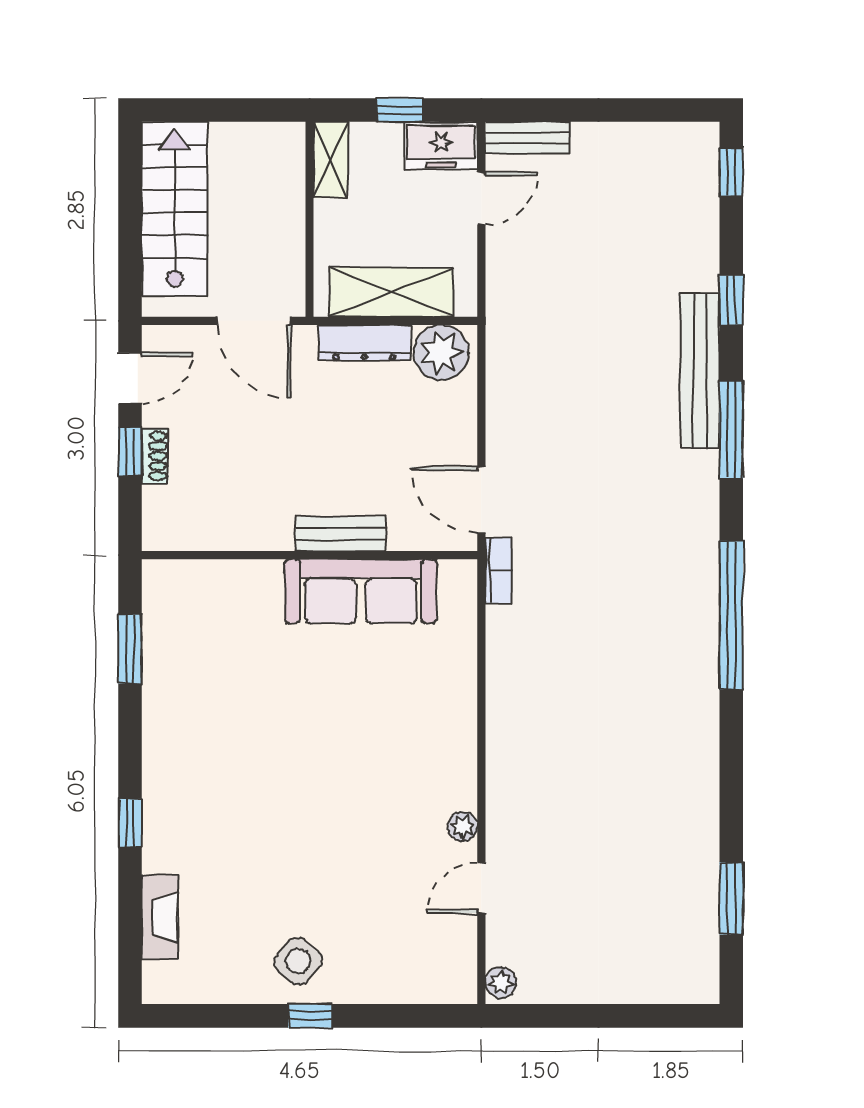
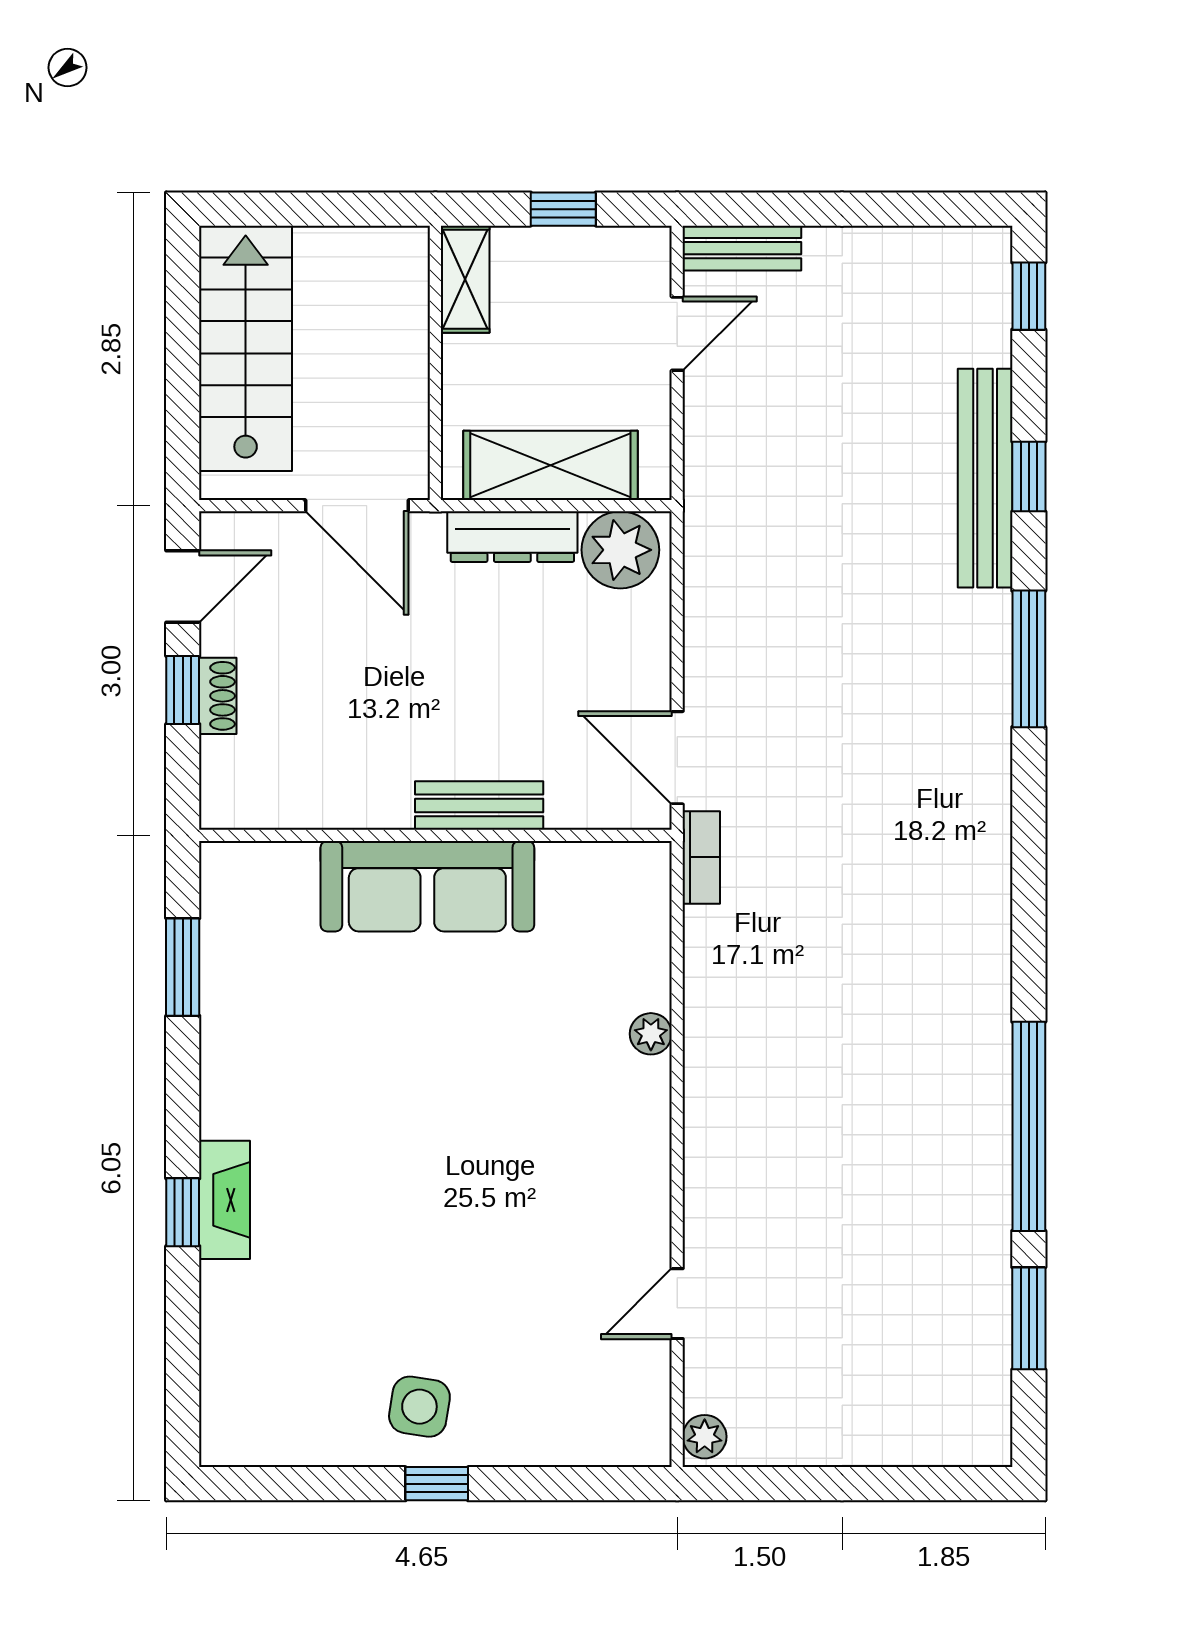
freezer: (441, 146) -> (620, 259), removed
bench: (700, 371) -> (985, 478), moved
sofa: (361, 591) -> (427, 886), moved
window: (731, 615) -> (1029, 1126), moved
plant: (463, 827) -> (651, 1034), moved
fireplace: (160, 917) -> (225, 1200), moved
side table: (298, 961) -> (419, 1407), turned -32

